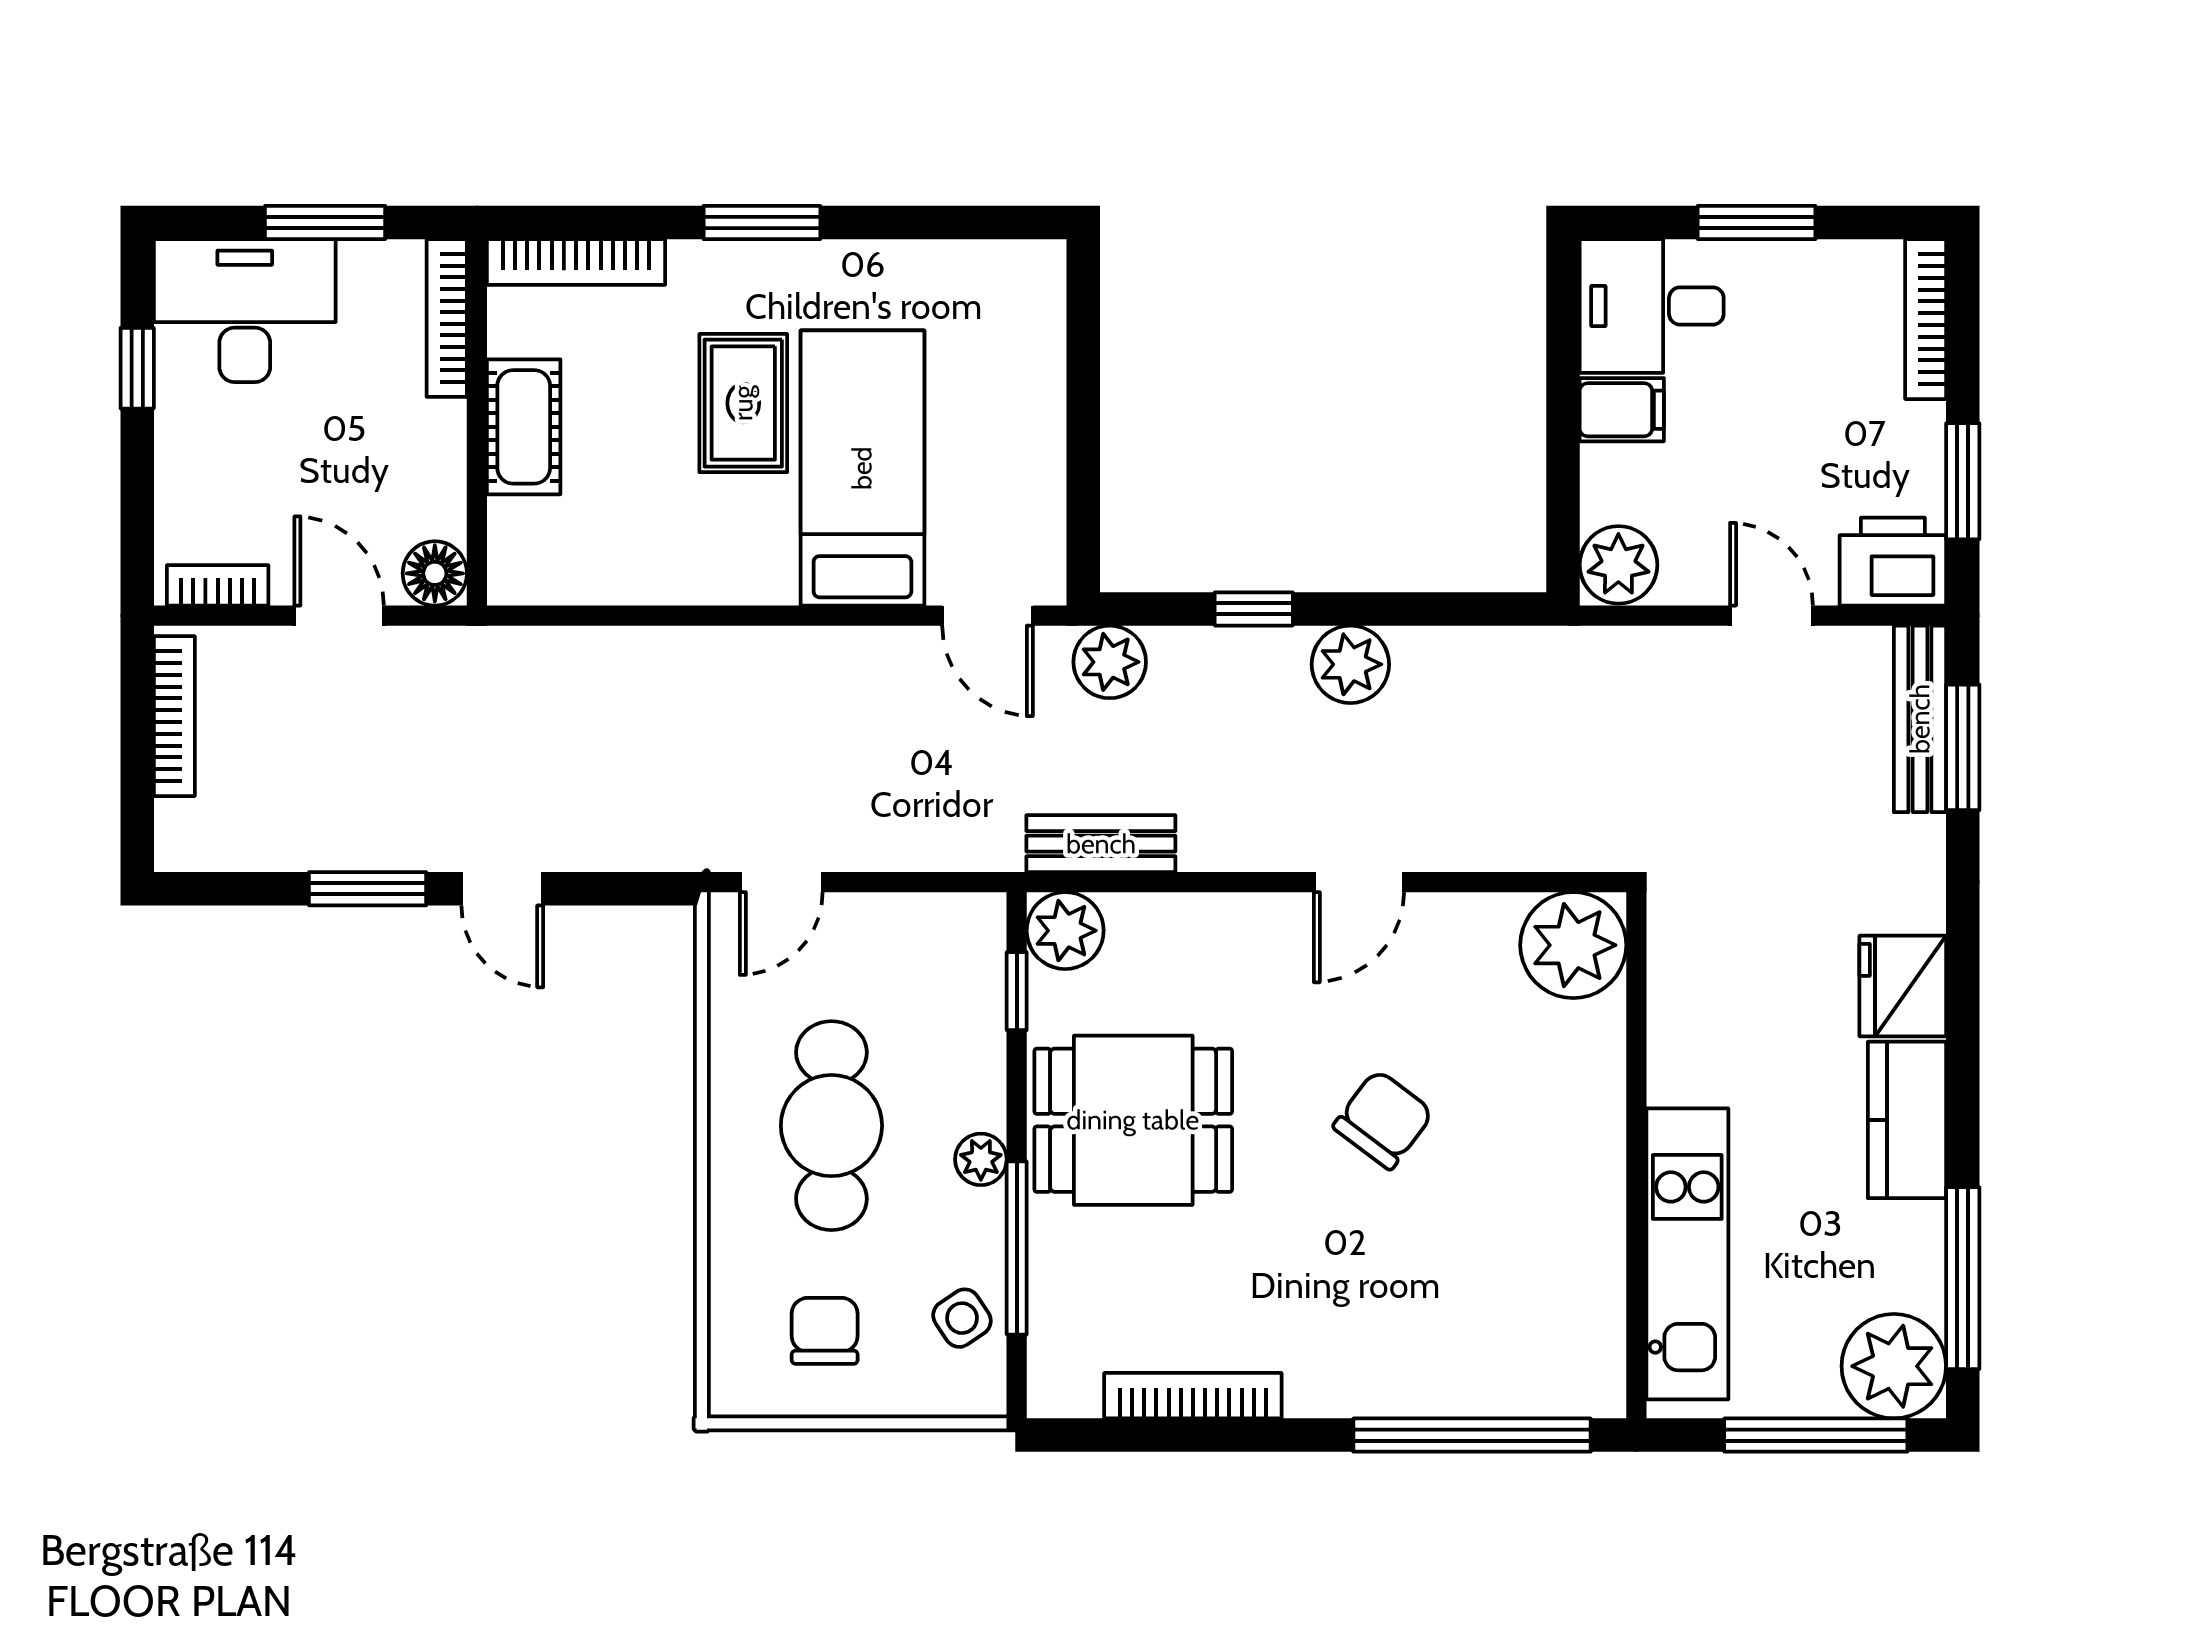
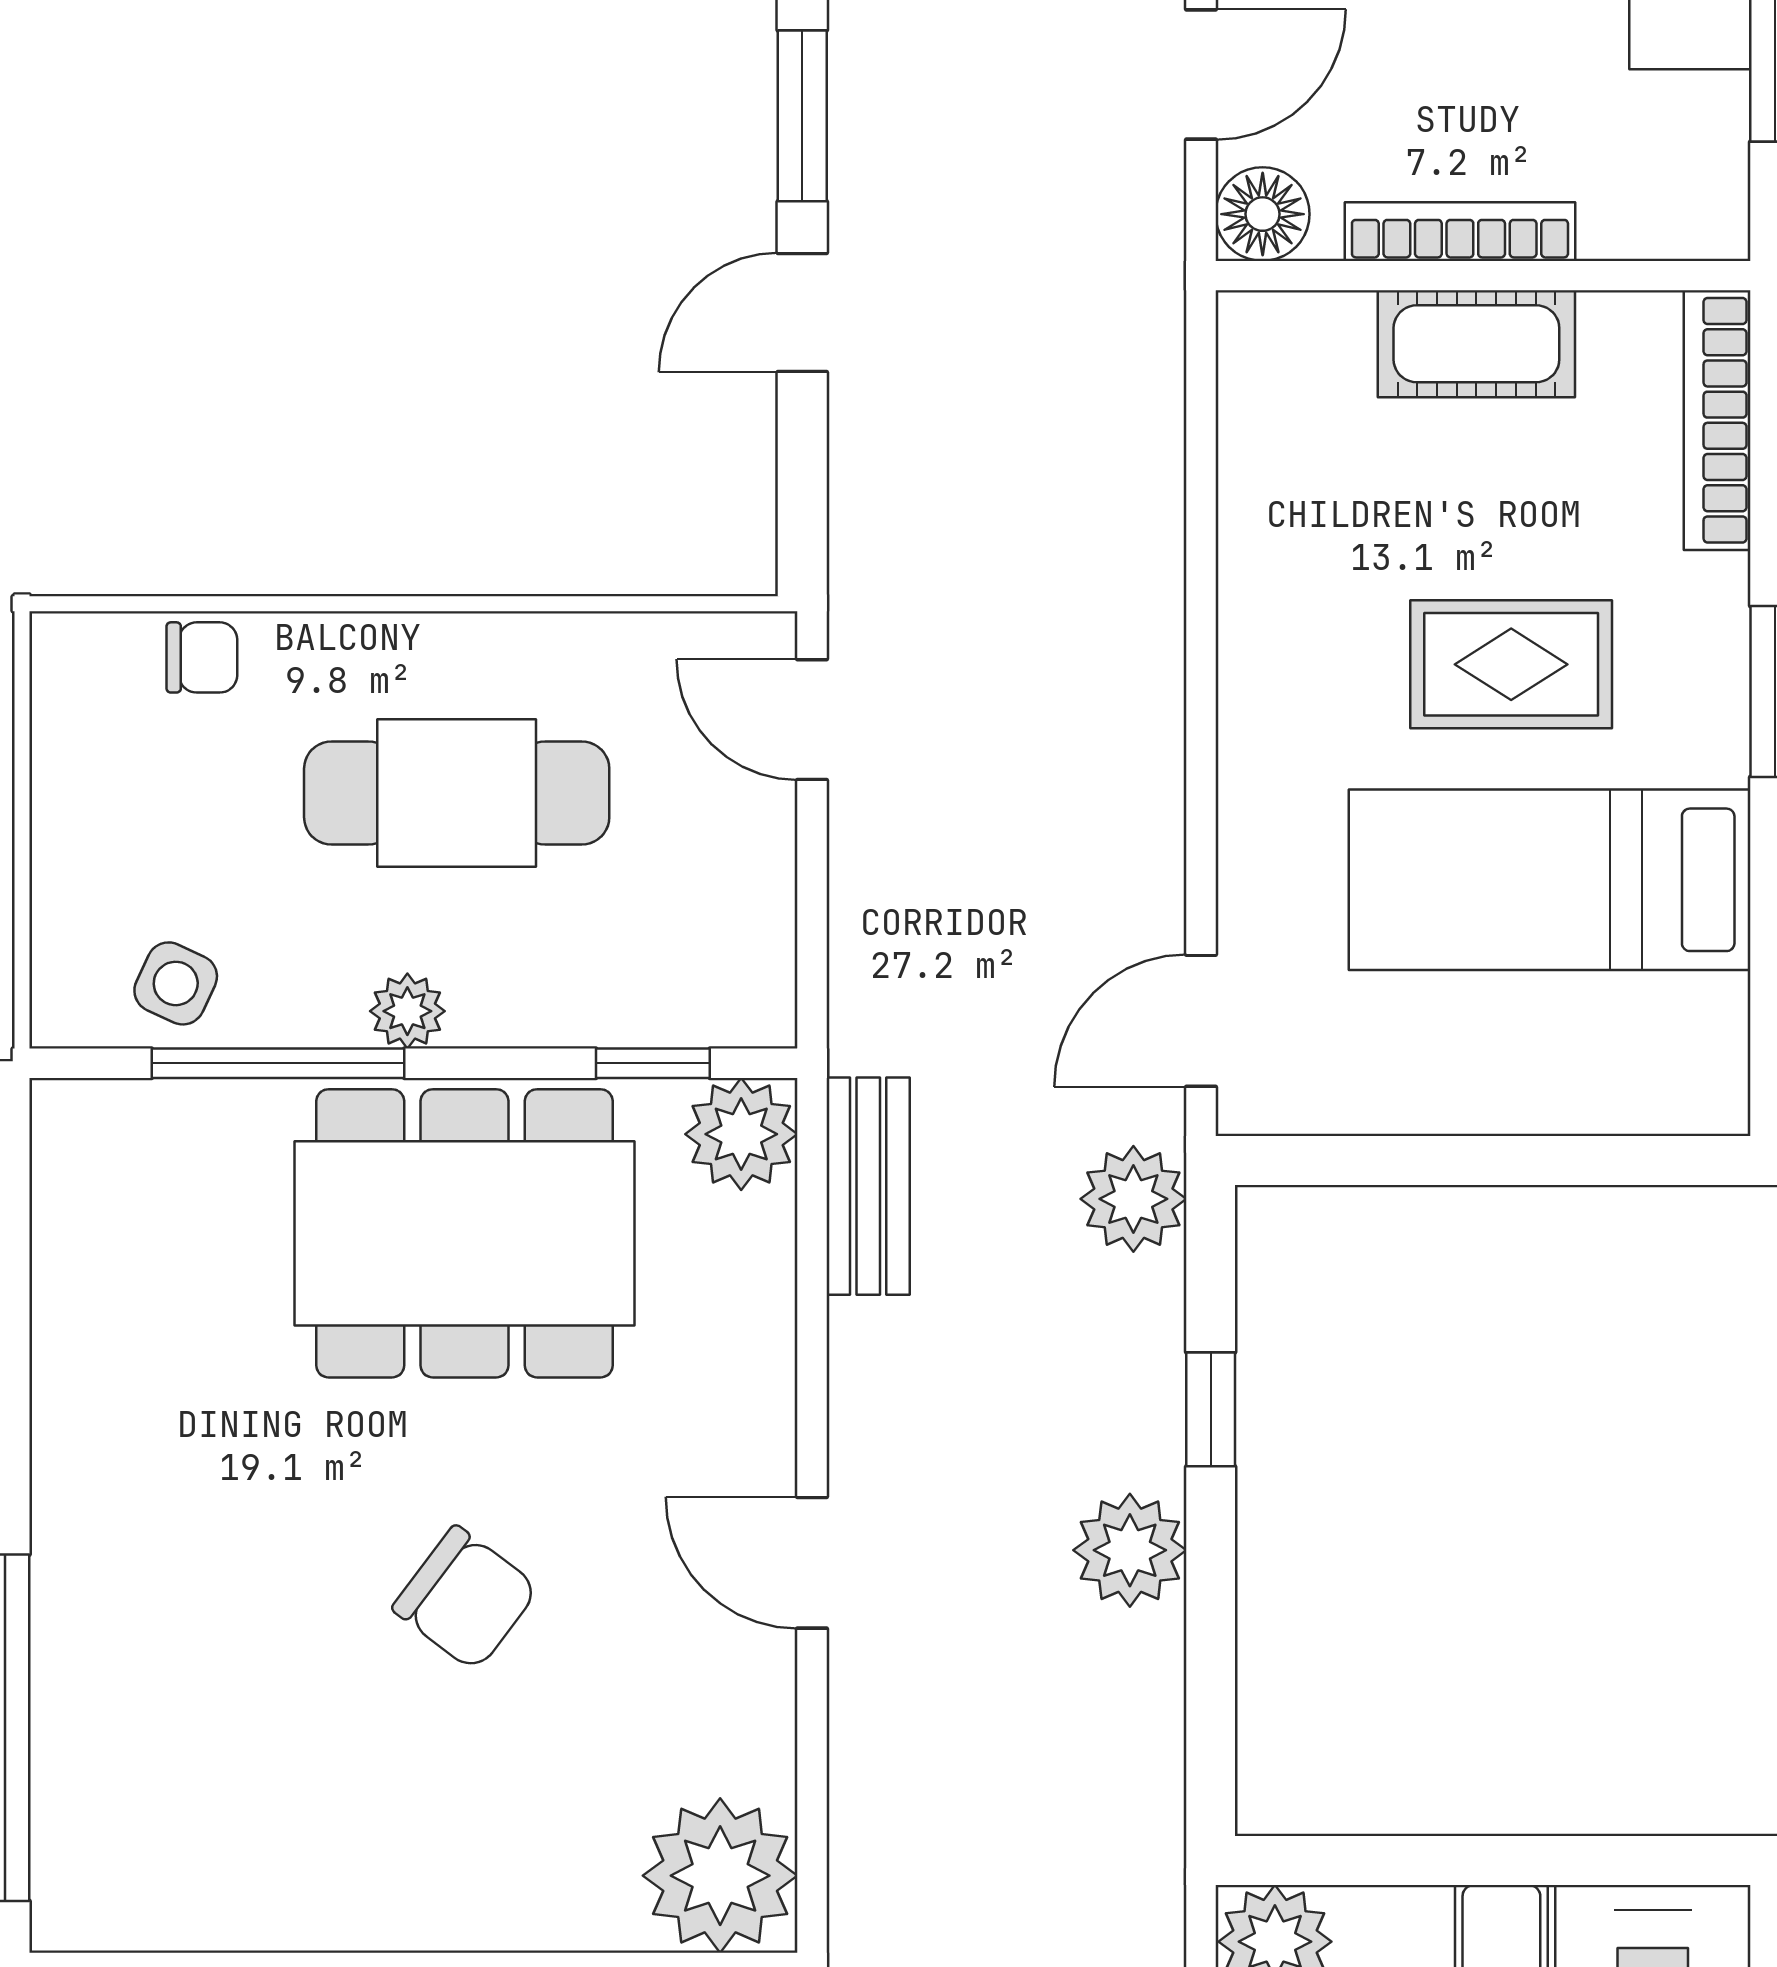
bookcase: (447, 318) -> (1460, 232), moved
bed: (862, 468) -> (1550, 880), moved, turned 180
dining table: (1133, 1120) -> (465, 1233), width x1.37
side table: (962, 1318) -> (176, 983), turned -31
chair: (825, 1331) -> (202, 657), moved, width x0.73, depth x0.73
bookcase: (1193, 1396) -> (62, 1320), removed

